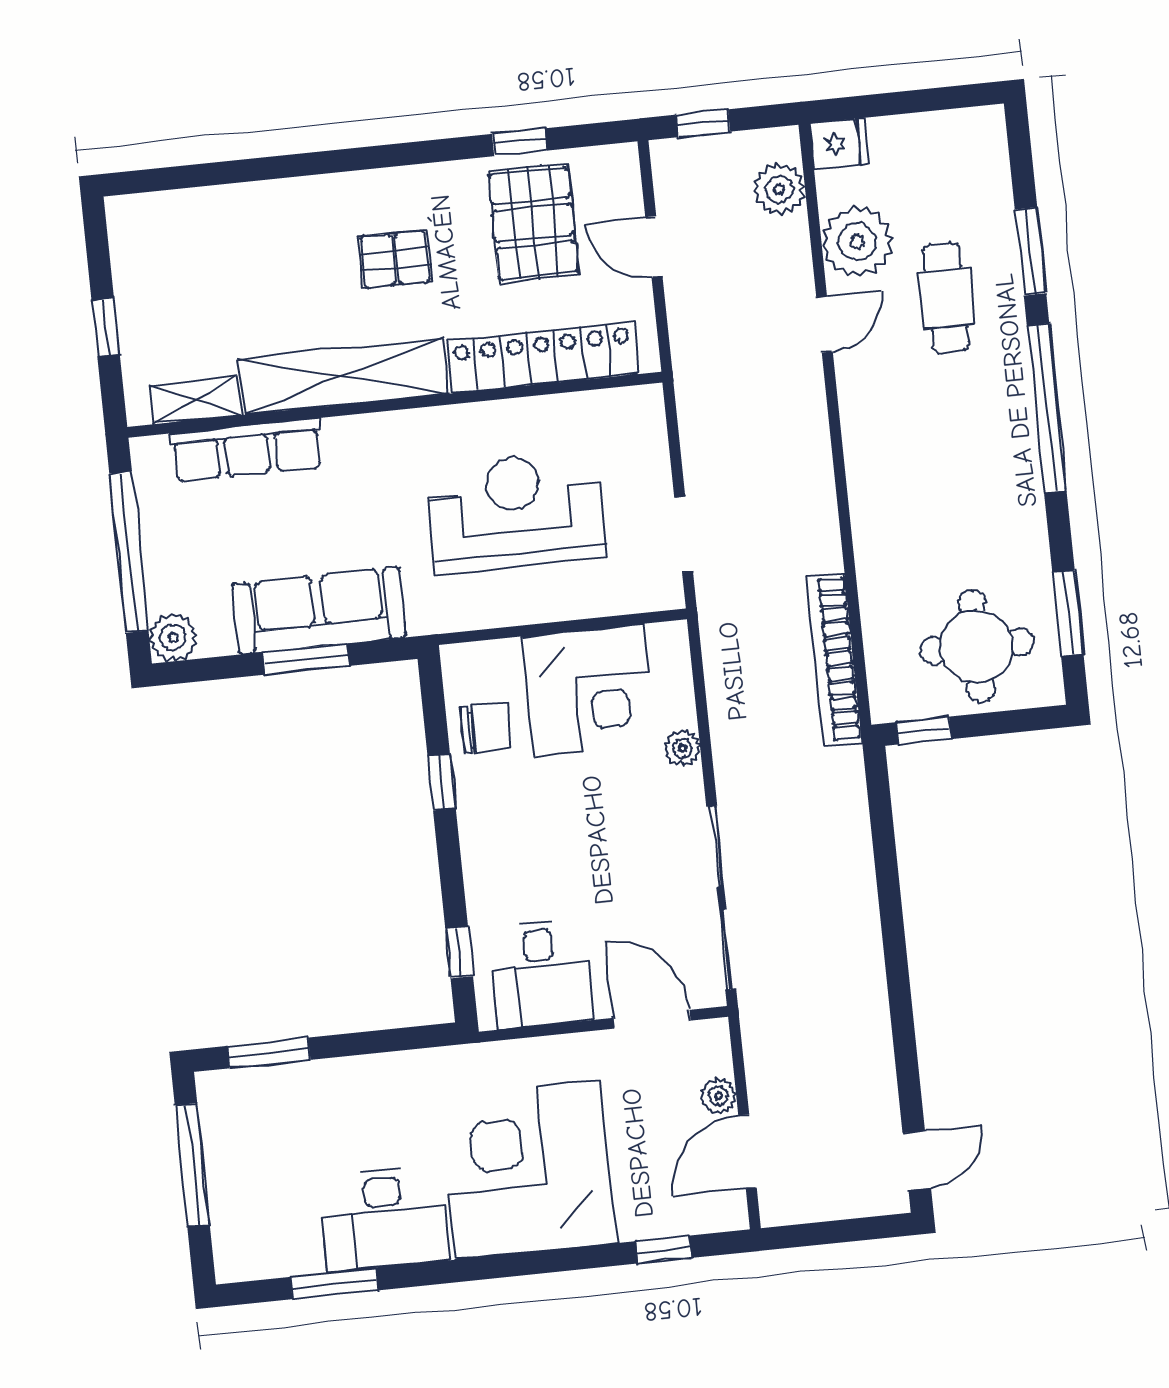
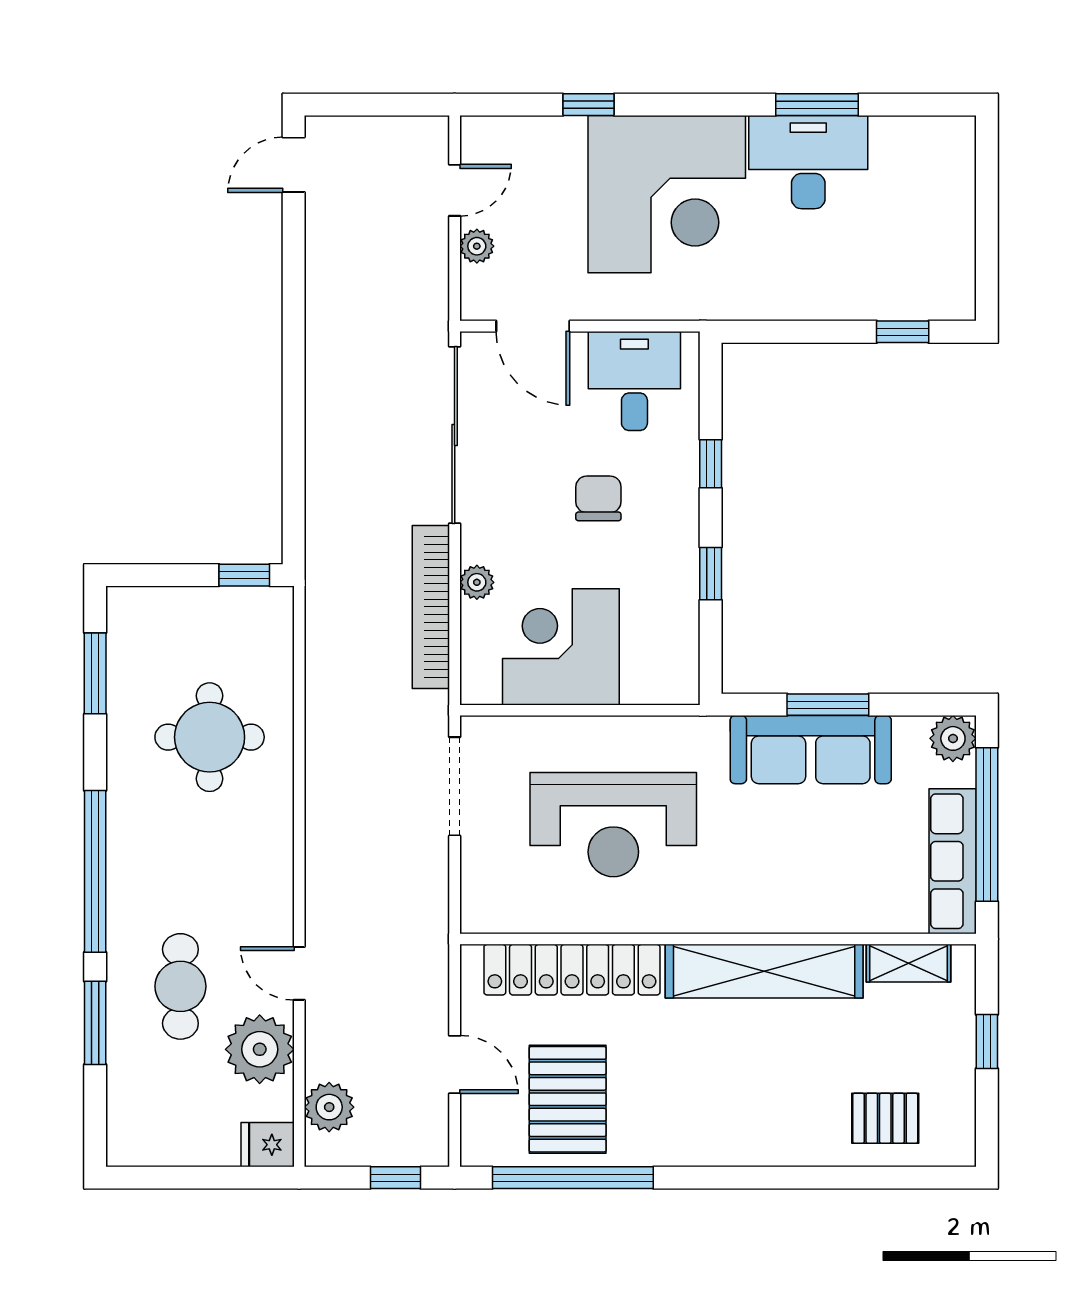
window: (519, 142) -> (573, 1178), width x3.17
pallet: (395, 259) -> (885, 1118), moved
door: (824, 324) -> (299, 973), hinge flipped
row of seats: (247, 450) -> (953, 861), moved, turned -90
doorway: (684, 535) -> (455, 786), width x1.38
round table: (976, 646) -> (210, 737), moved
bookcase: (834, 659) -> (431, 607), moved, turned 180
chair: (486, 728) -> (598, 498), moved, turned 90
window: (459, 952) -> (711, 464), moved
window: (269, 1053) -> (903, 332), width x0.67
door: (747, 1151) -> (455, 190), width x0.73
window: (192, 1165) -> (987, 232), removed
window: (664, 1250) -> (588, 105), moved
window: (334, 1284) -> (817, 105), moved

